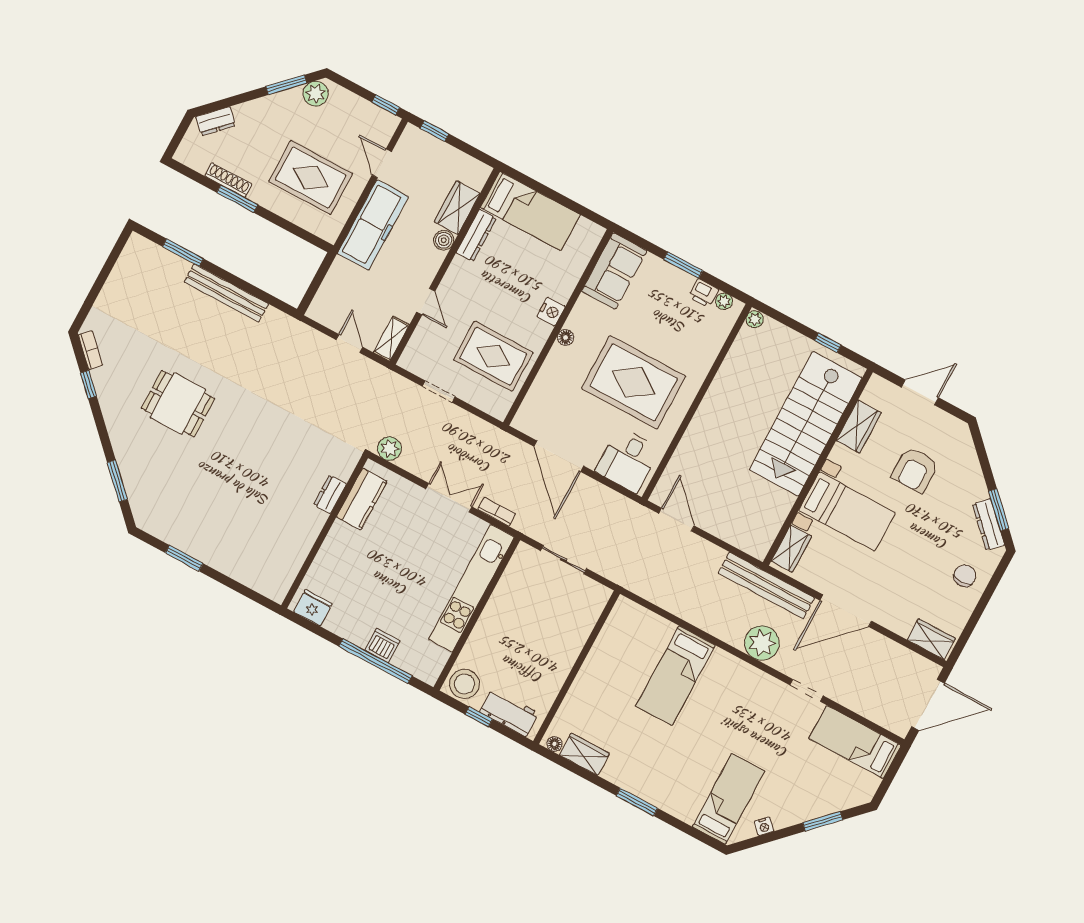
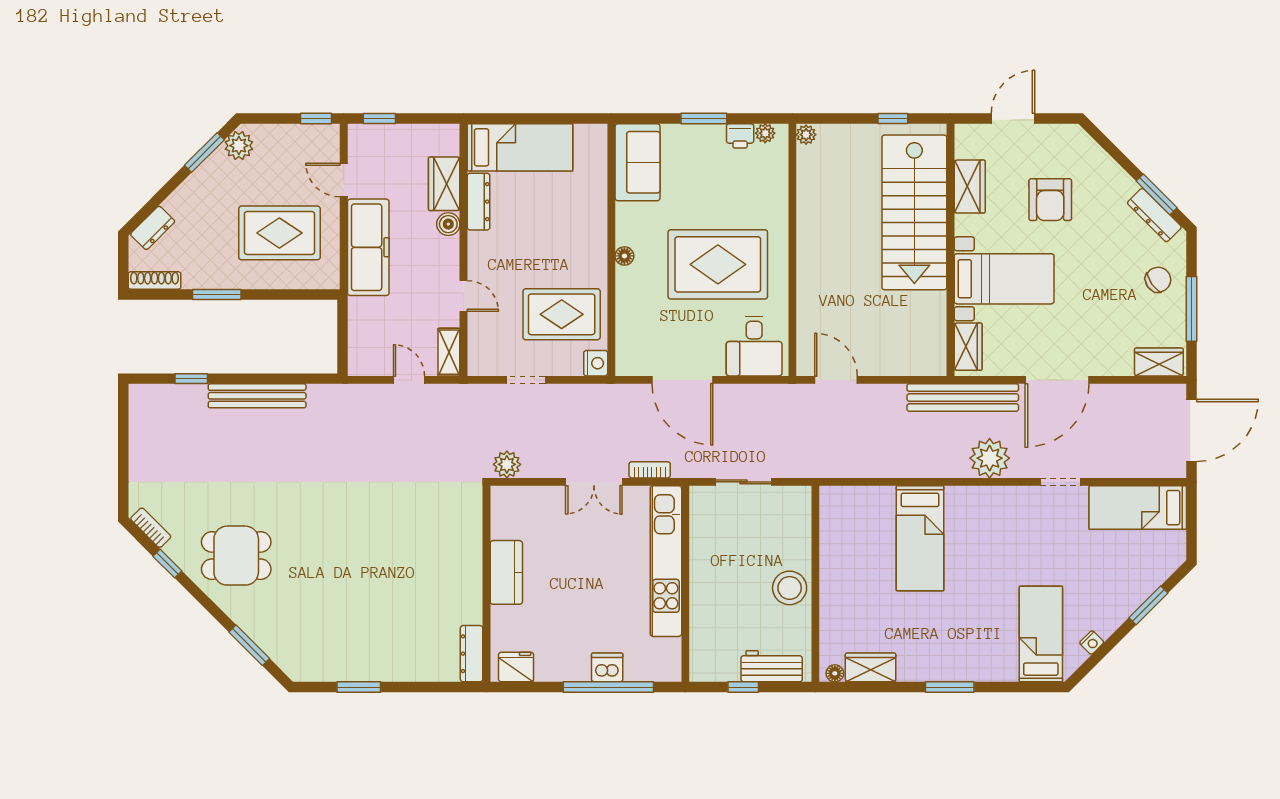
shoe rack: (228, 180) -> (155, 280), moved
window: (183, 253) -> (191, 379), width x0.67
nightstand: (551, 312) -> (596, 363), moved
dining table: (178, 404) -> (236, 556), moved
dresser: (330, 494) -> (472, 654), moved, width x1.44
double door: (449, 498) -> (594, 482), swing flipped
kitchen counter: (362, 499) -> (506, 572), moved
chair: (965, 576) -> (1158, 280), turned 55
window: (978, 612) -> (1191, 309), added
stool: (464, 684) -> (790, 588), moved

